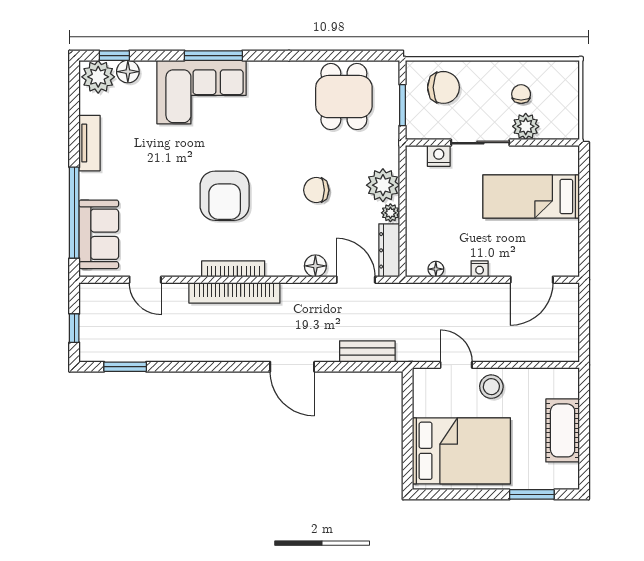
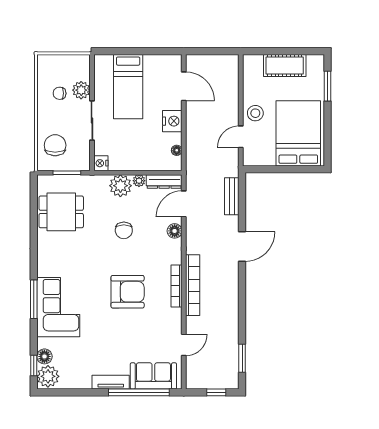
tv unit: (90, 143) -> (111, 382), moved
nightstand: (439, 156) -> (101, 163), moved
nightstand: (480, 269) -> (172, 121), width x1.89, depth x1.79

